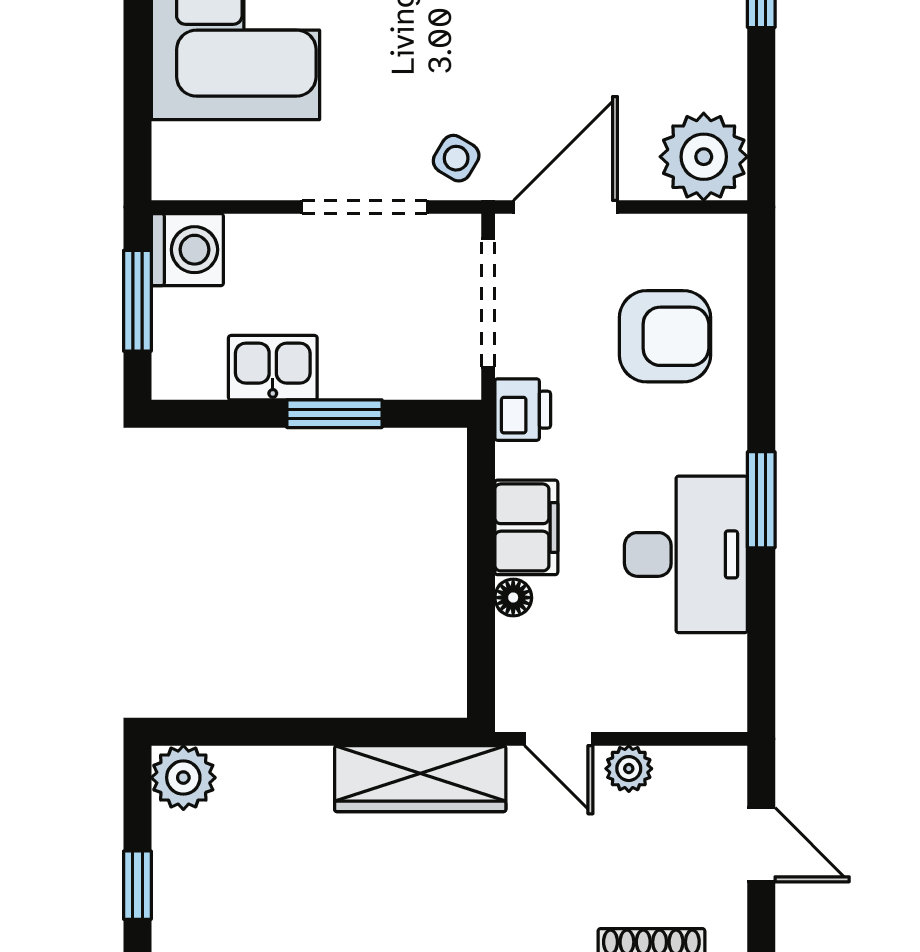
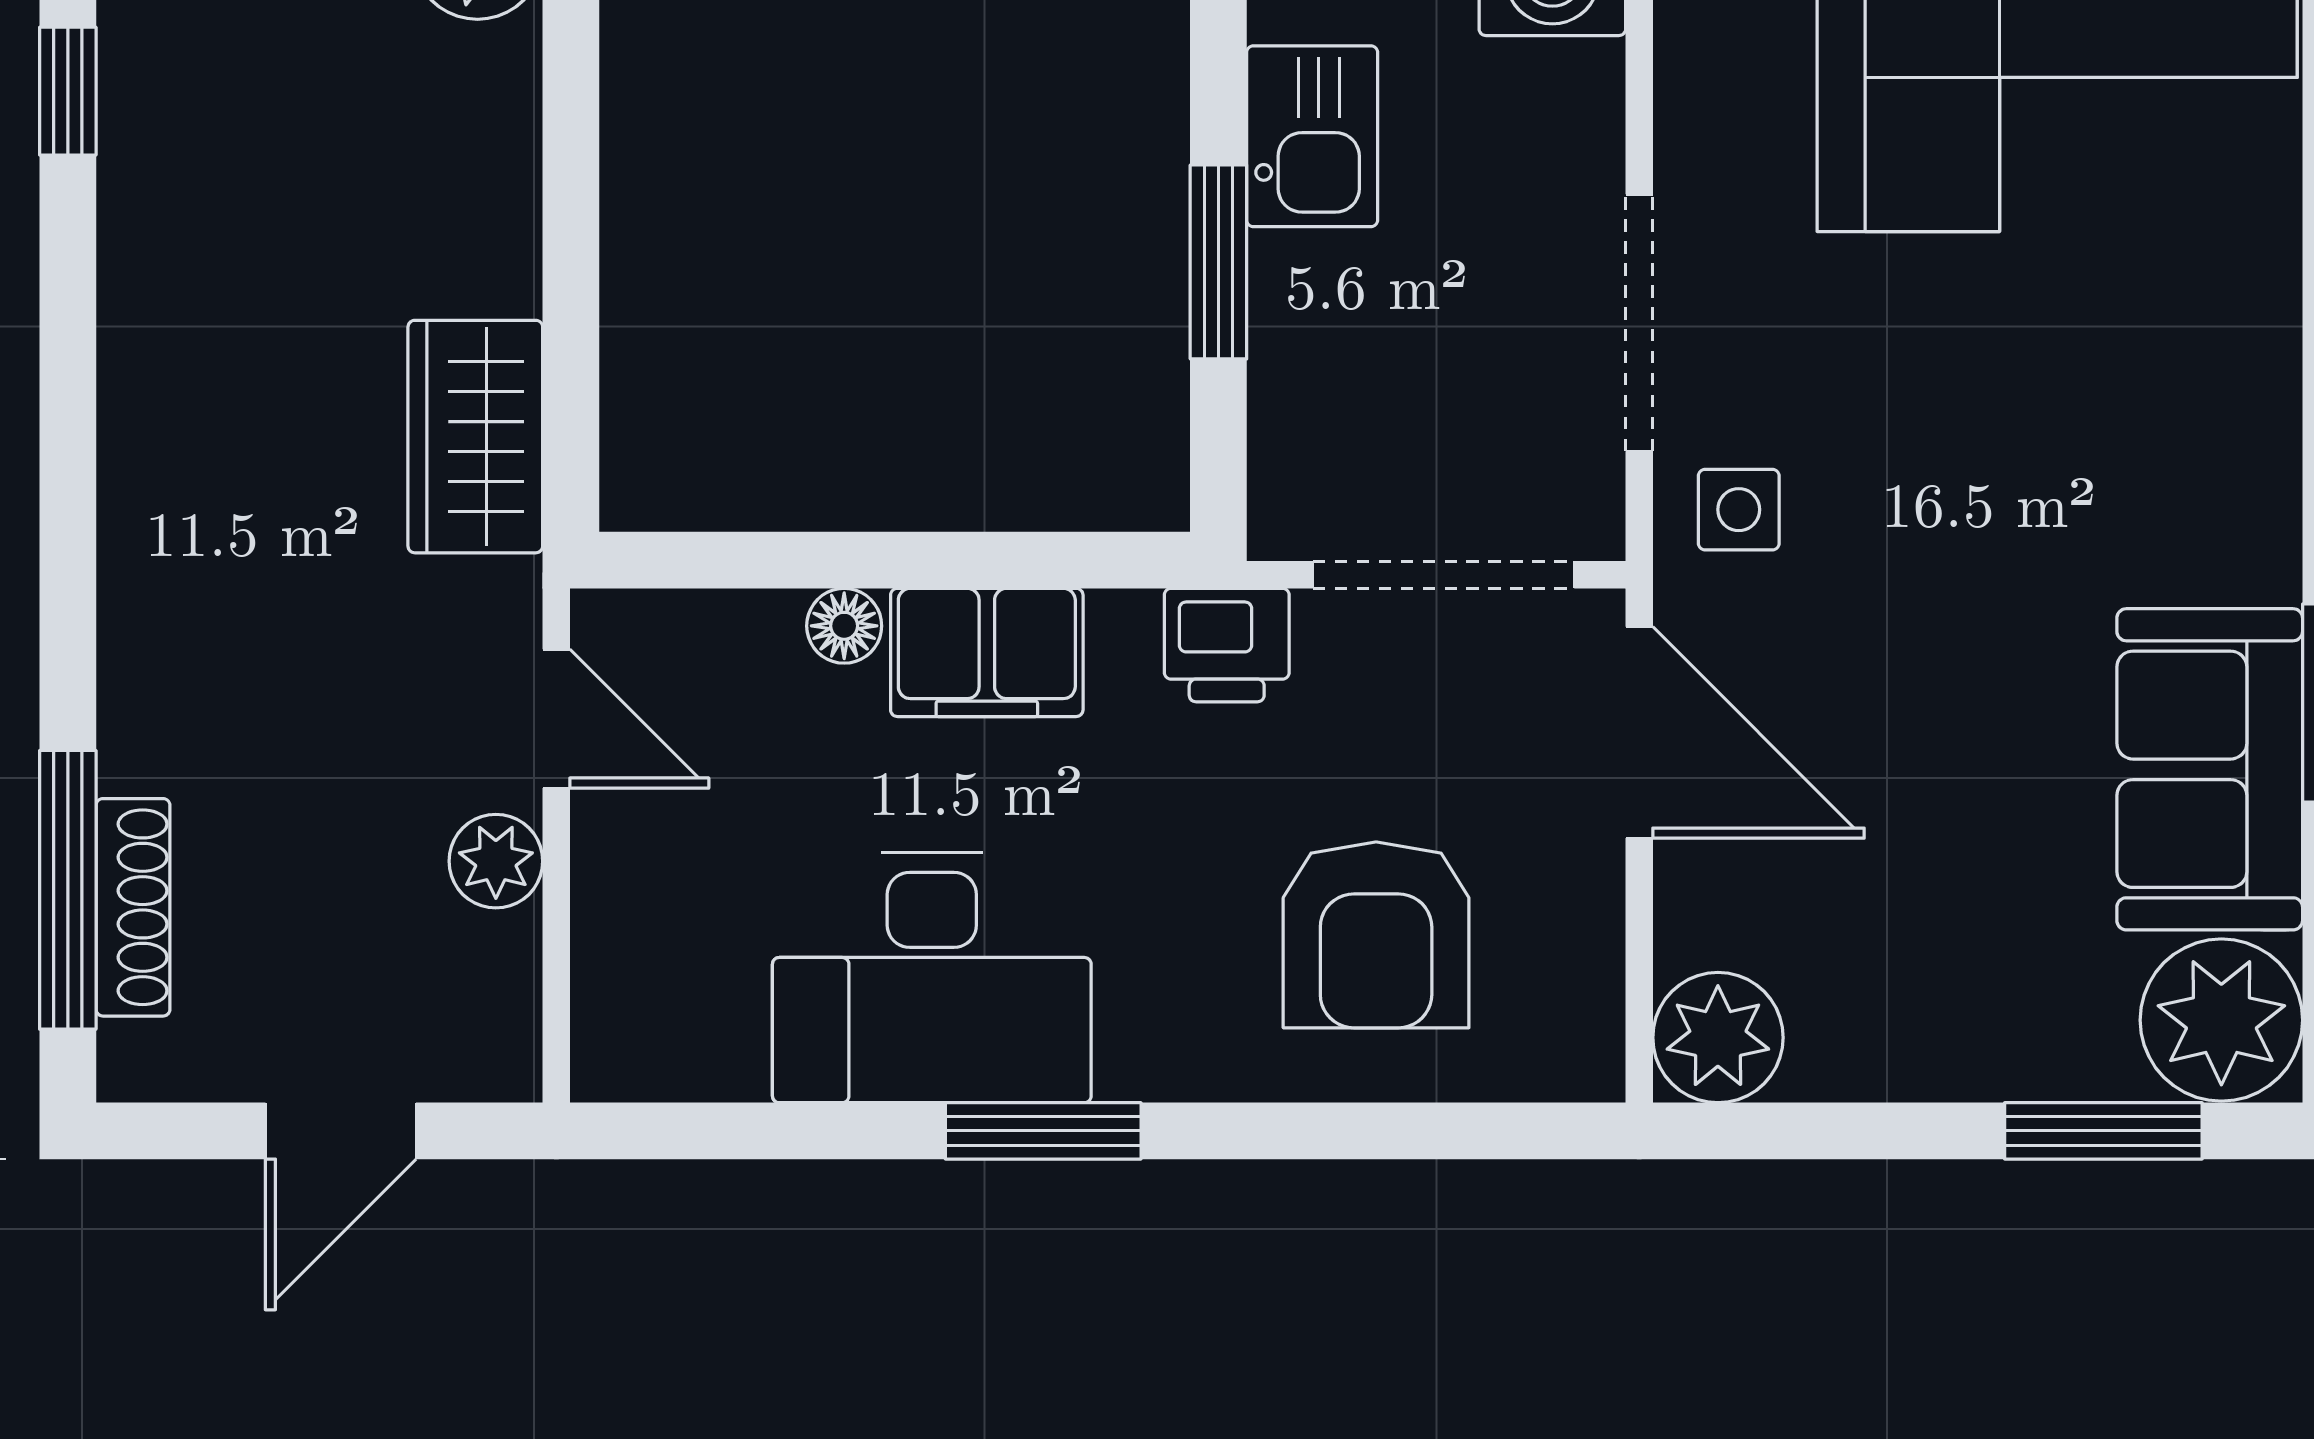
plant: (704, 157) -> (1718, 1038), width x0.73, depth x0.73
side table: (456, 158) -> (1739, 510), turned -31
door: (559, 739) -> (556, 719), swing flipped
wardrobe: (420, 779) -> (475, 437), width x0.67

